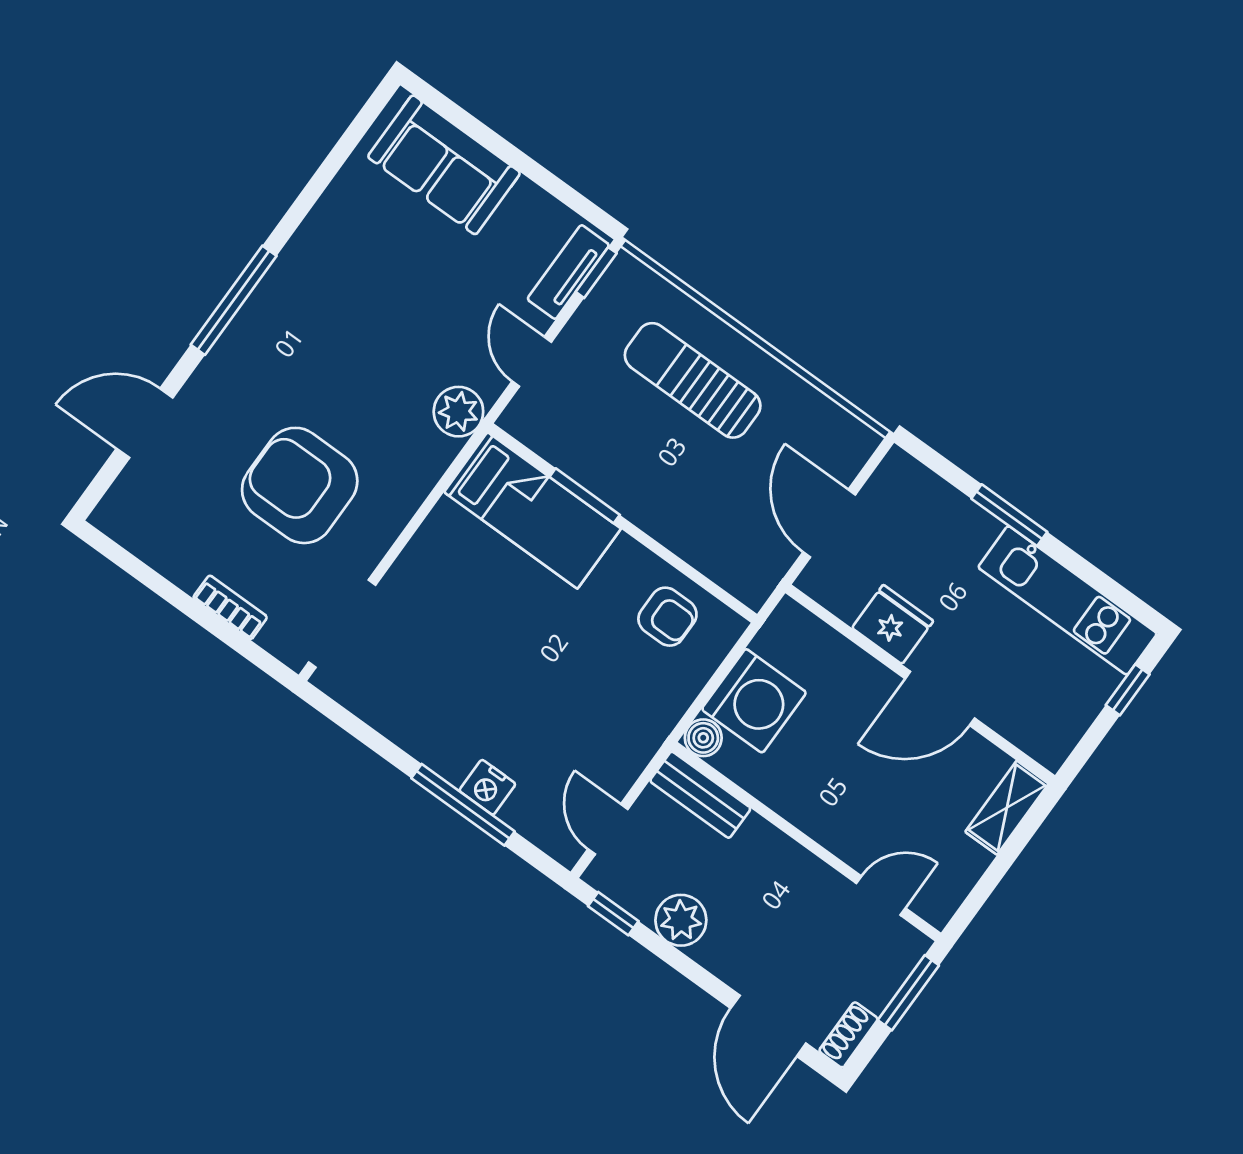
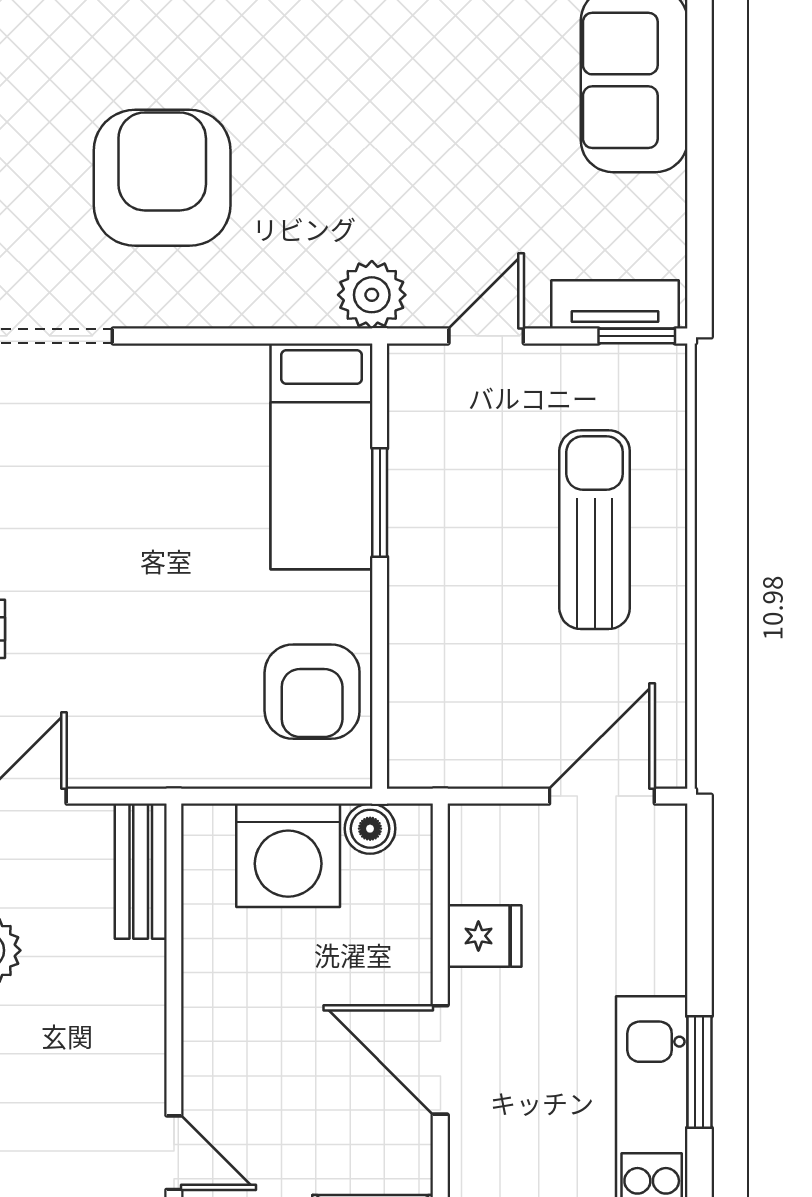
window: (1009, 515) -> (699, 1072), moved
door: (829, 523) -> (602, 796), moved
armchair: (667, 617) -> (312, 692), width x1.38, depth x1.38
fridge: (893, 624) -> (484, 936), width x0.72
boiler: (703, 738) -> (370, 829), moved

